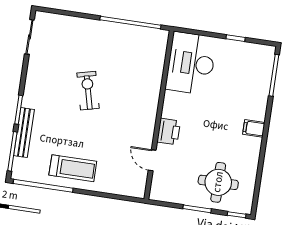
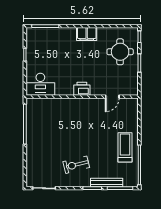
desk: (191, 63) -> (40, 84), width x0.73, depth x0.77
exercise bike: (88, 91) -> (76, 165), moved
filing cabinet: (254, 128) -> (87, 34), width x2.00
printer: (169, 131) -> (82, 89), moved

